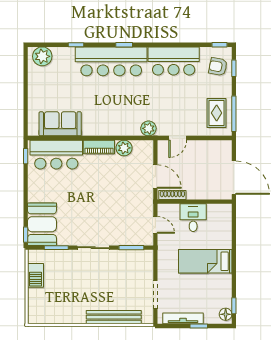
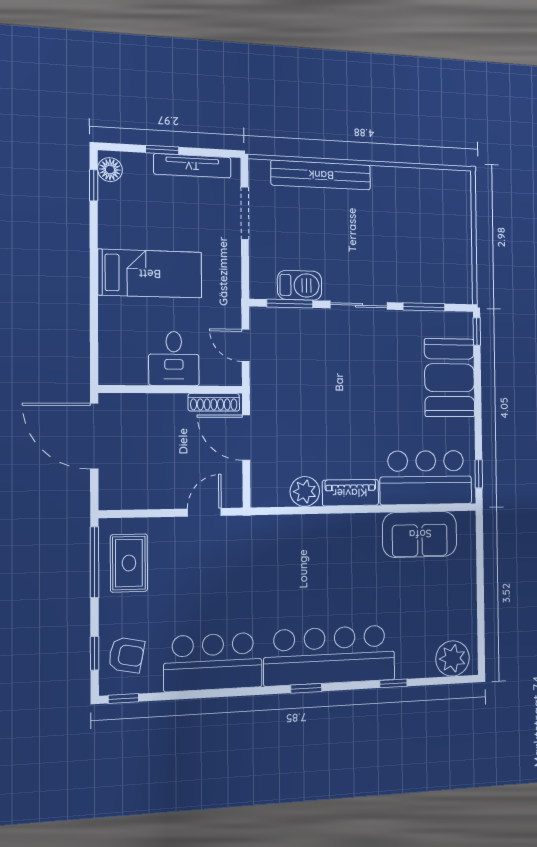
plant: (148, 128) -> (260, 530), removed
booth: (42, 224) -> (450, 378), moved
barbecue: (35, 275) -> (300, 285), moved, turned 90

